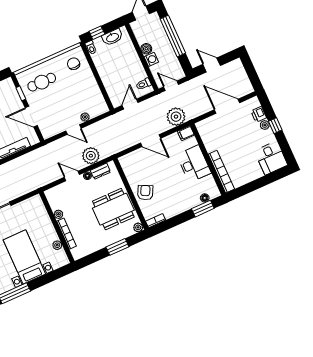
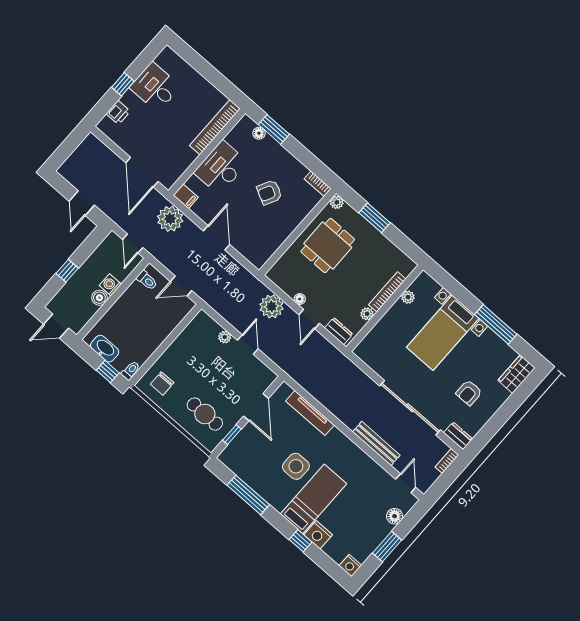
window: (173, 36) -> (67, 271), width x0.32
door: (227, 106) -> (142, 172), moved
plant: (265, 125) -> (128, 98), removed
desk: (271, 158) -> (155, 87), moved, turned -90
dresser: (100, 171) -> (339, 331), moved
armchair: (145, 193) -> (269, 192), moved
dining table: (113, 209) -> (328, 245), width x0.73

